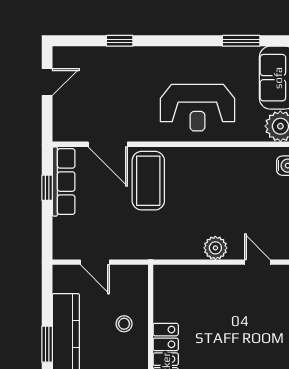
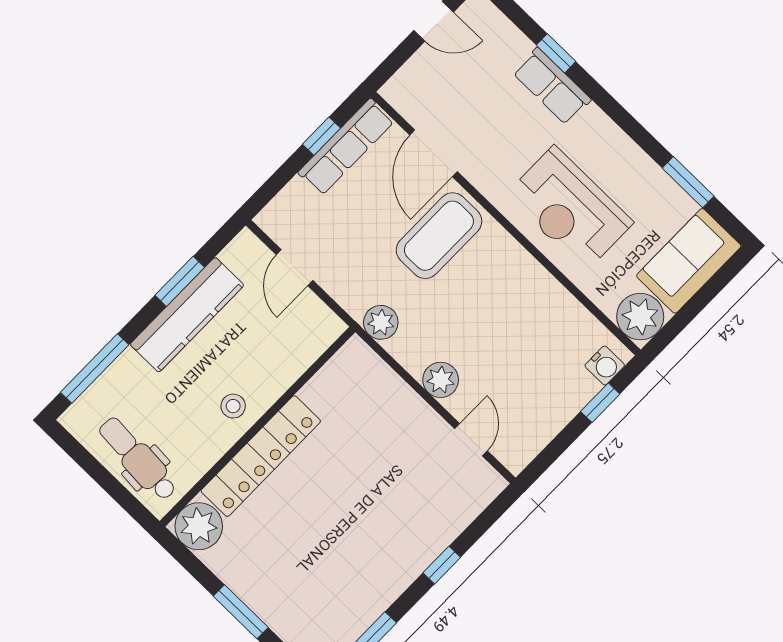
row of seats: (133, 58) -> (552, 86), added
plant: (161, 248) -> (381, 322), added
stool: (124, 324) -> (233, 406), moved
window: (47, 344) -> (180, 281), moved

